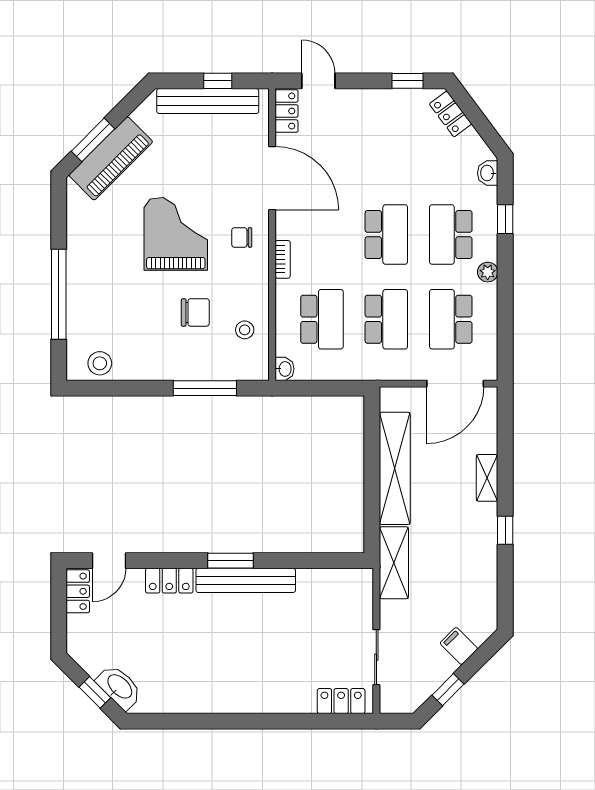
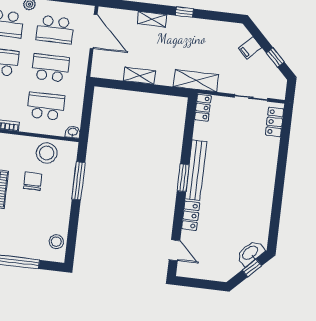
stool: (245, 330) -> (47, 153), width x1.89, depth x1.89
shelving: (395, 468) -> (140, 76), width x0.45, depth x0.75
locker: (78, 591) -> (203, 108), moved, turned 90

